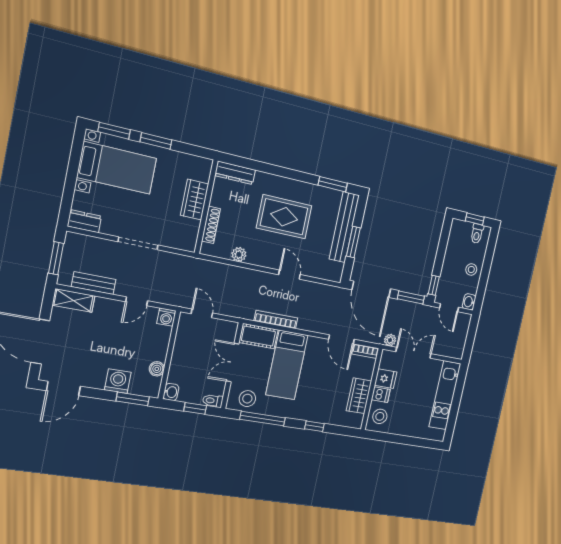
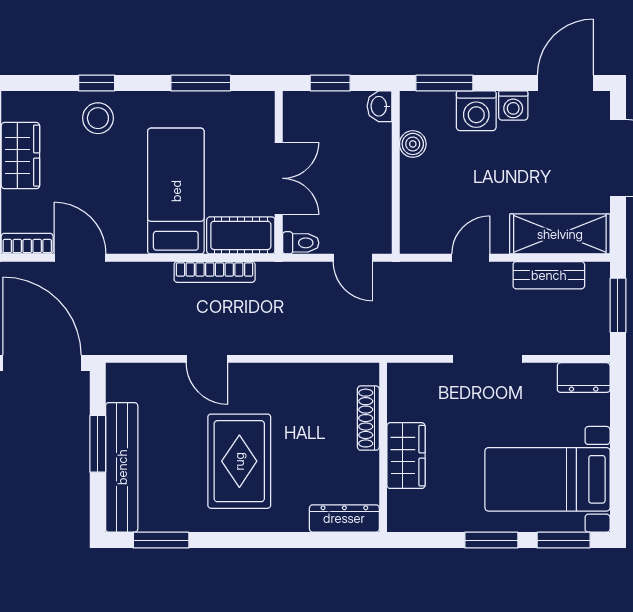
rug: (284, 217) -> (239, 461), turned 90
plant: (239, 254) -> (308, 376), removed
shelving: (74, 301) -> (560, 234), width x1.50, depth x1.33
washing machine: (166, 317) -> (513, 105), moved, turned 180
stool: (247, 399) -> (98, 118), moved
toilet: (213, 401) -> (301, 243), moved
window: (263, 419) -> (201, 83), width x0.69

